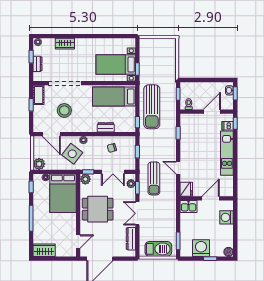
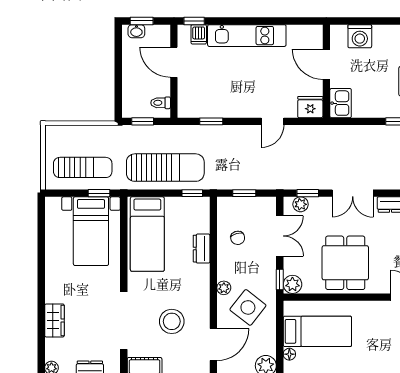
sun lounger: (154, 178) -> (83, 167), moved
bed: (63, 193) -> (317, 331), width x0.67

